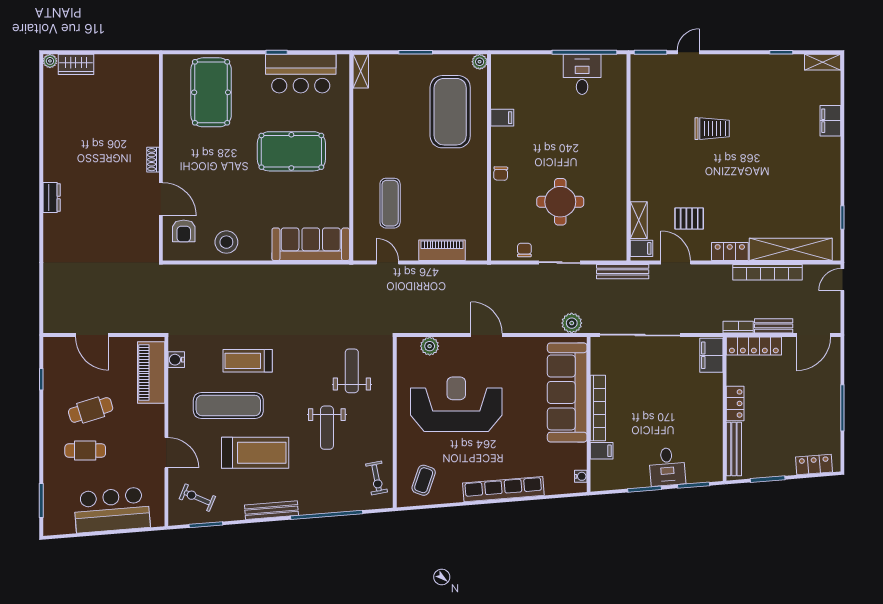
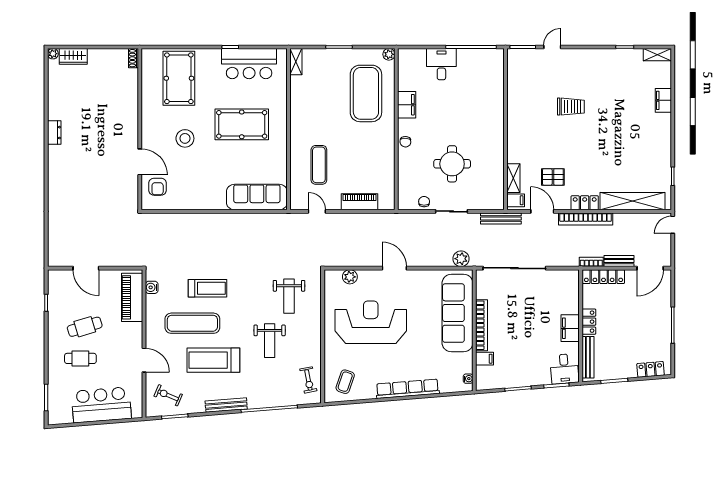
desk: (582, 74) -> (441, 64), moved
filing cabinet: (502, 118) -> (407, 105), width x2.00
shoe rack: (153, 160) -> (134, 58), moved
dresser: (52, 198) -> (54, 133), moved
stool: (226, 242) -> (185, 138), moved
bookcase: (768, 272) -> (586, 219), moved
filing cabinet: (711, 355) -> (570, 328), moved
treadmill: (248, 361) -> (208, 288), turned 180
weight bench: (352, 371) -> (289, 296), turned 180
treadmill: (255, 453) -> (213, 360), turned 180
desk: (667, 467) -> (564, 369), moved

